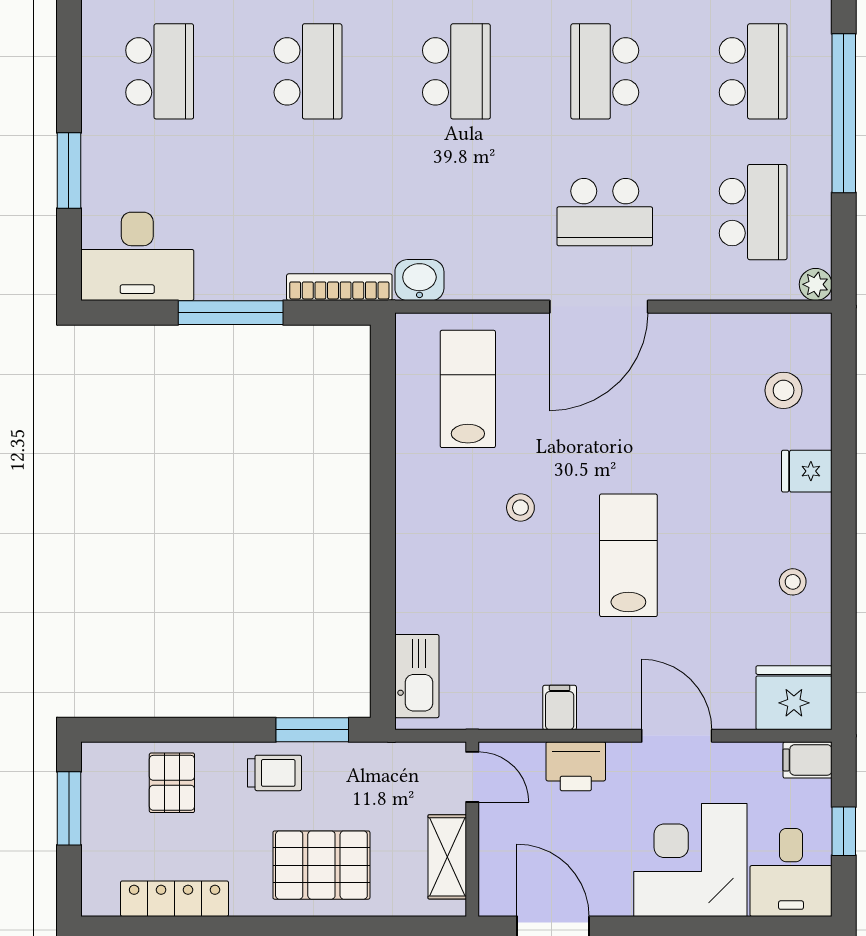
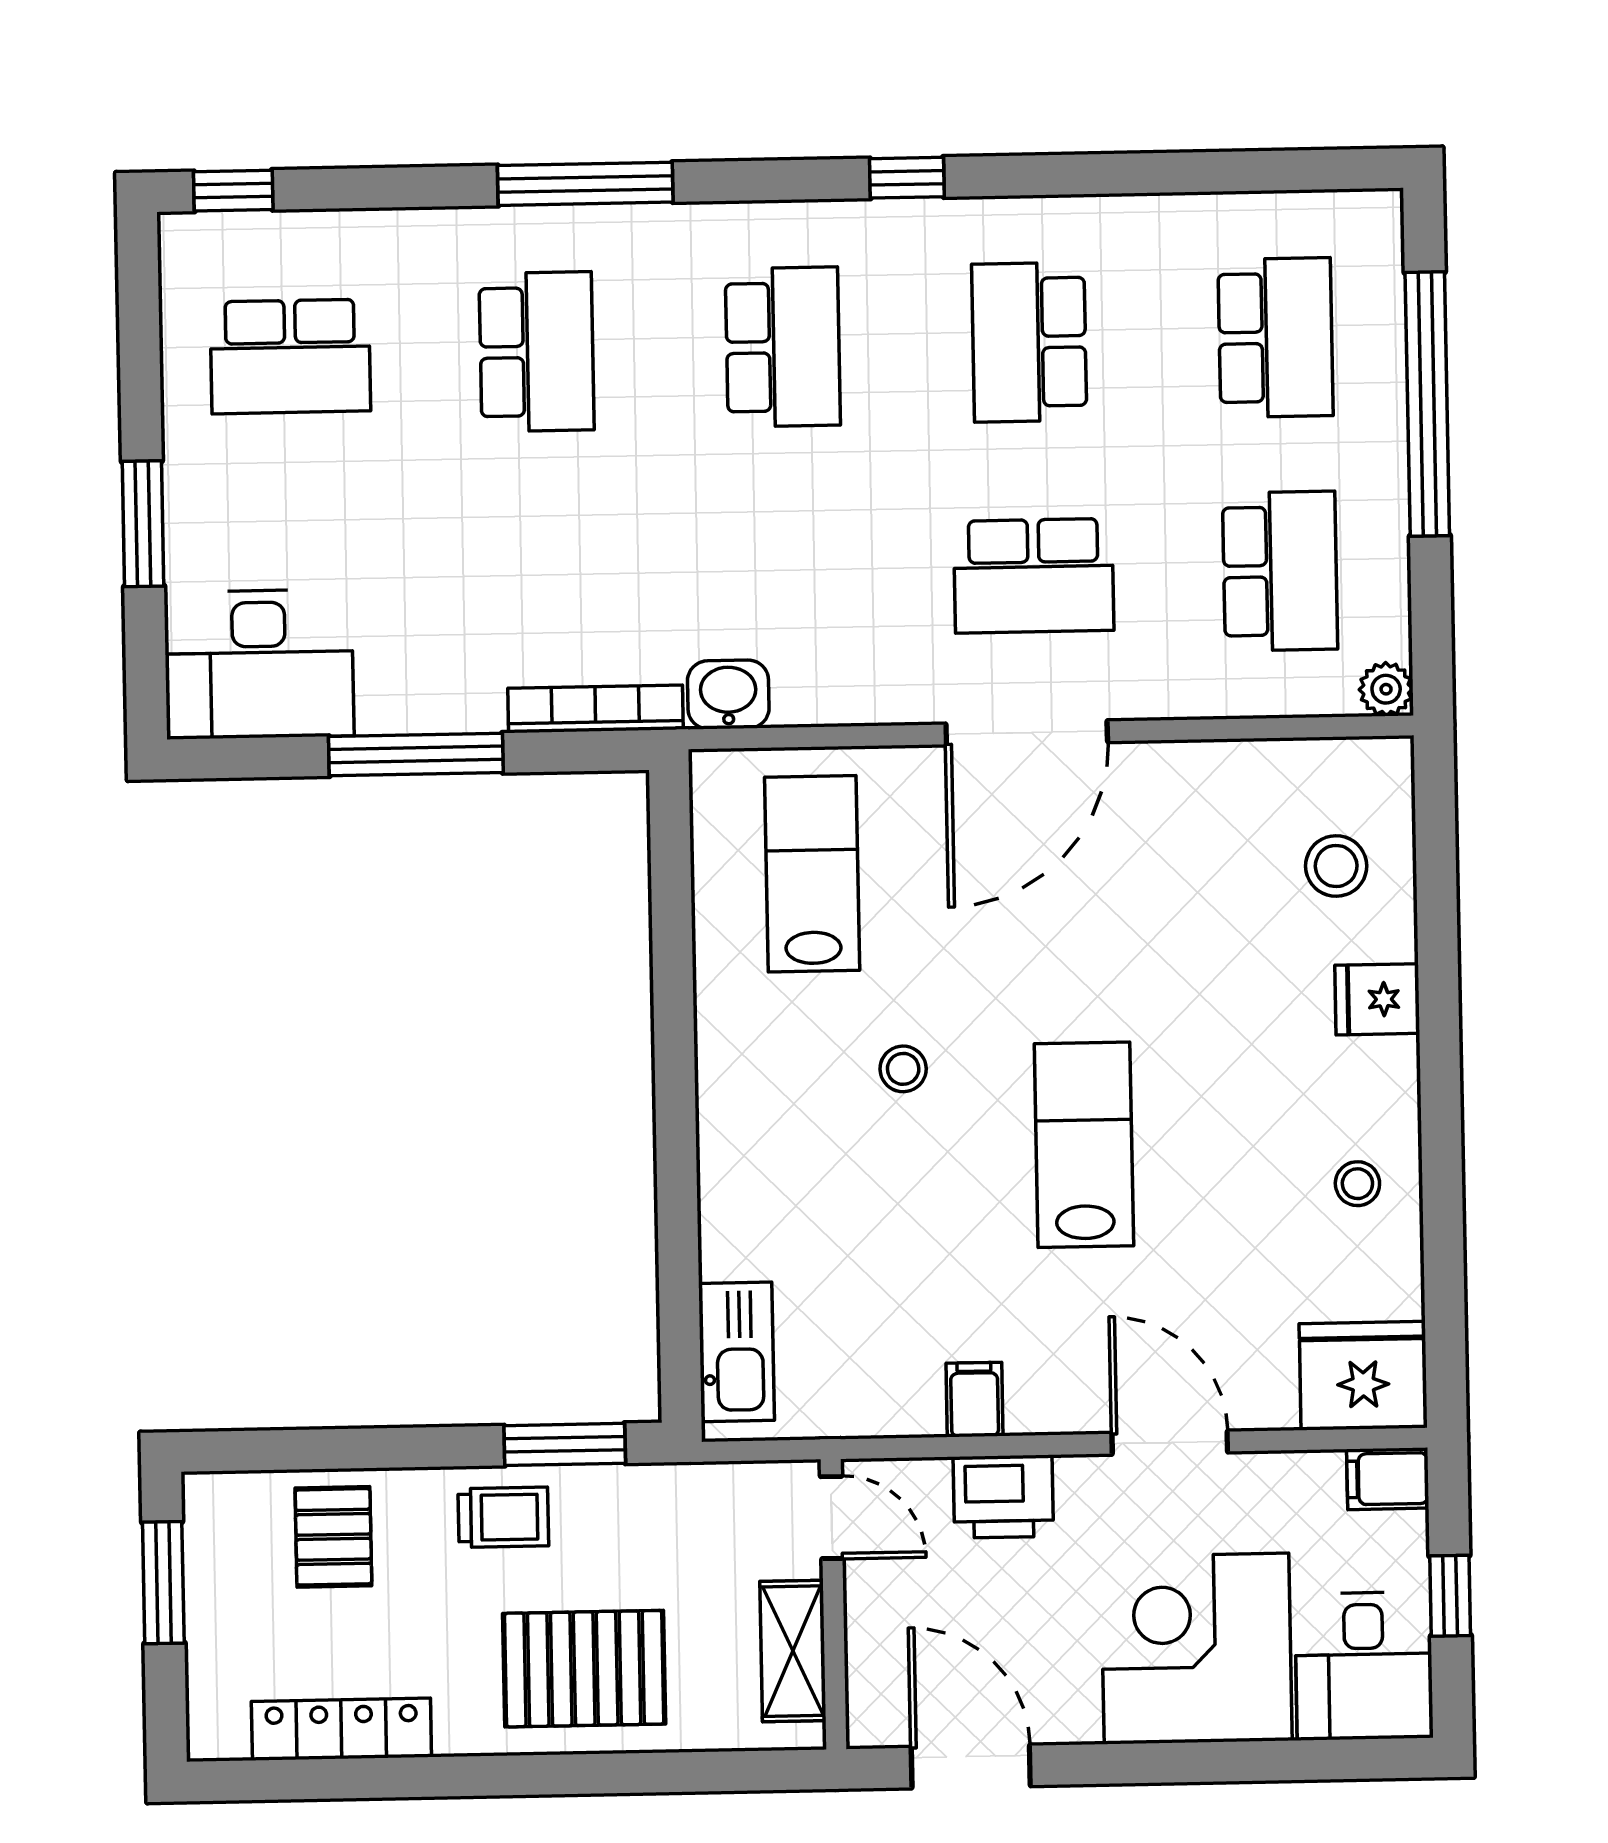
school desk: (160, 71) -> (290, 356), turned 90

